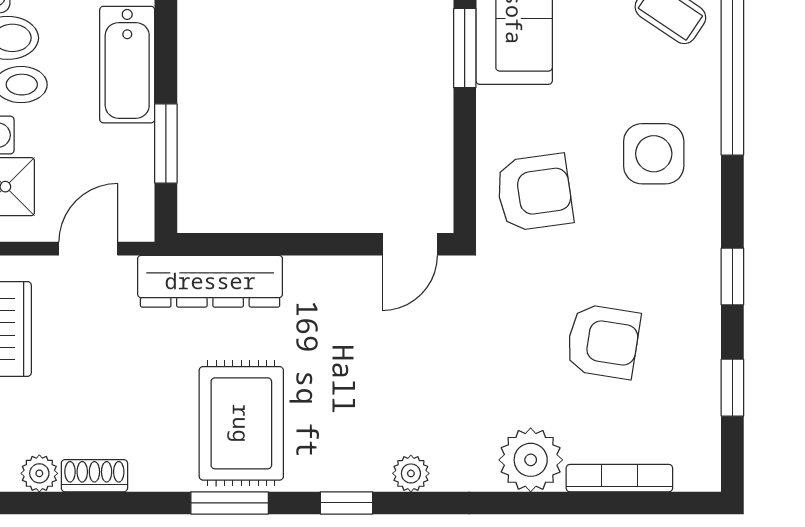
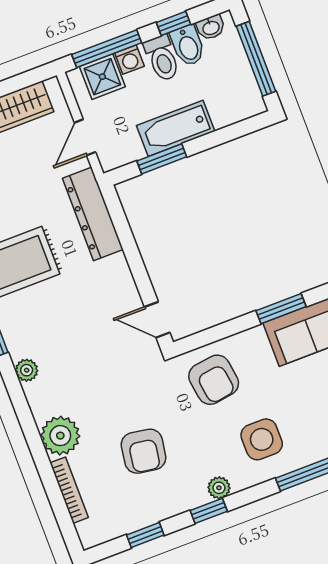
bathtub: (127, 65) -> (176, 128), moved
plant: (703, 247) -> (219, 488), added
door: (88, 249) -> (85, 137), swing flipped

